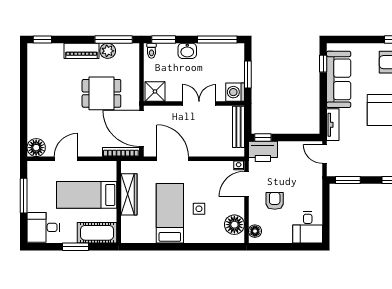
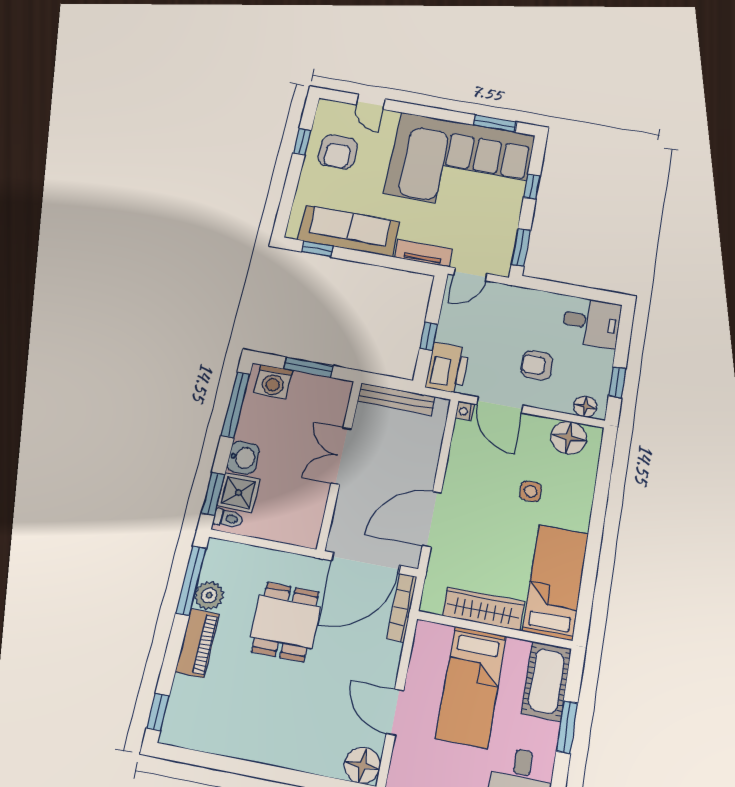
shower: (155, 91) -> (238, 492), moved
washing machine: (235, 92) -> (273, 382), moved
window: (263, 137) -> (429, 336), moved
bed: (170, 213) -> (556, 582), moved, turned 90
window: (273, 247) -> (617, 382), added

